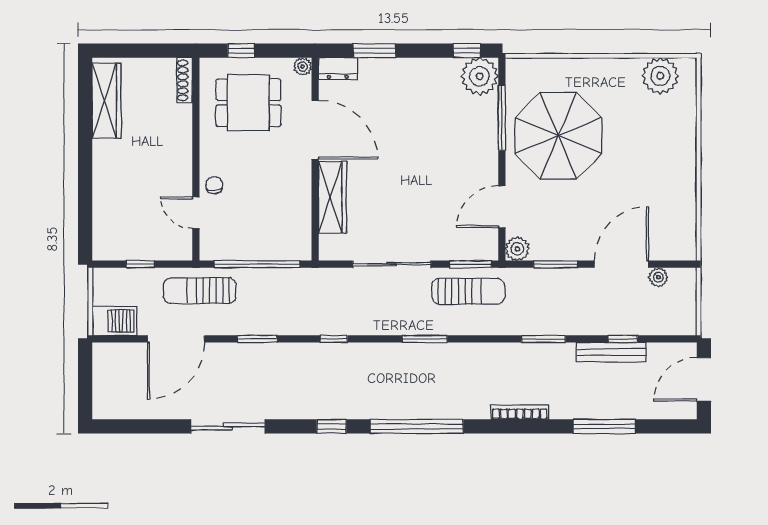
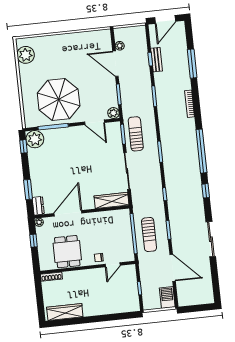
window: (241, 51) -> (34, 241), moved
dining table: (248, 103) -> (67, 252), moved
wardrobe: (332, 197) -> (112, 200), moved
sun lounger: (200, 291) -> (149, 235), moved
bench: (611, 352) -> (157, 60), width x0.73
door: (704, 379) -> (165, 19), hinge flipped

